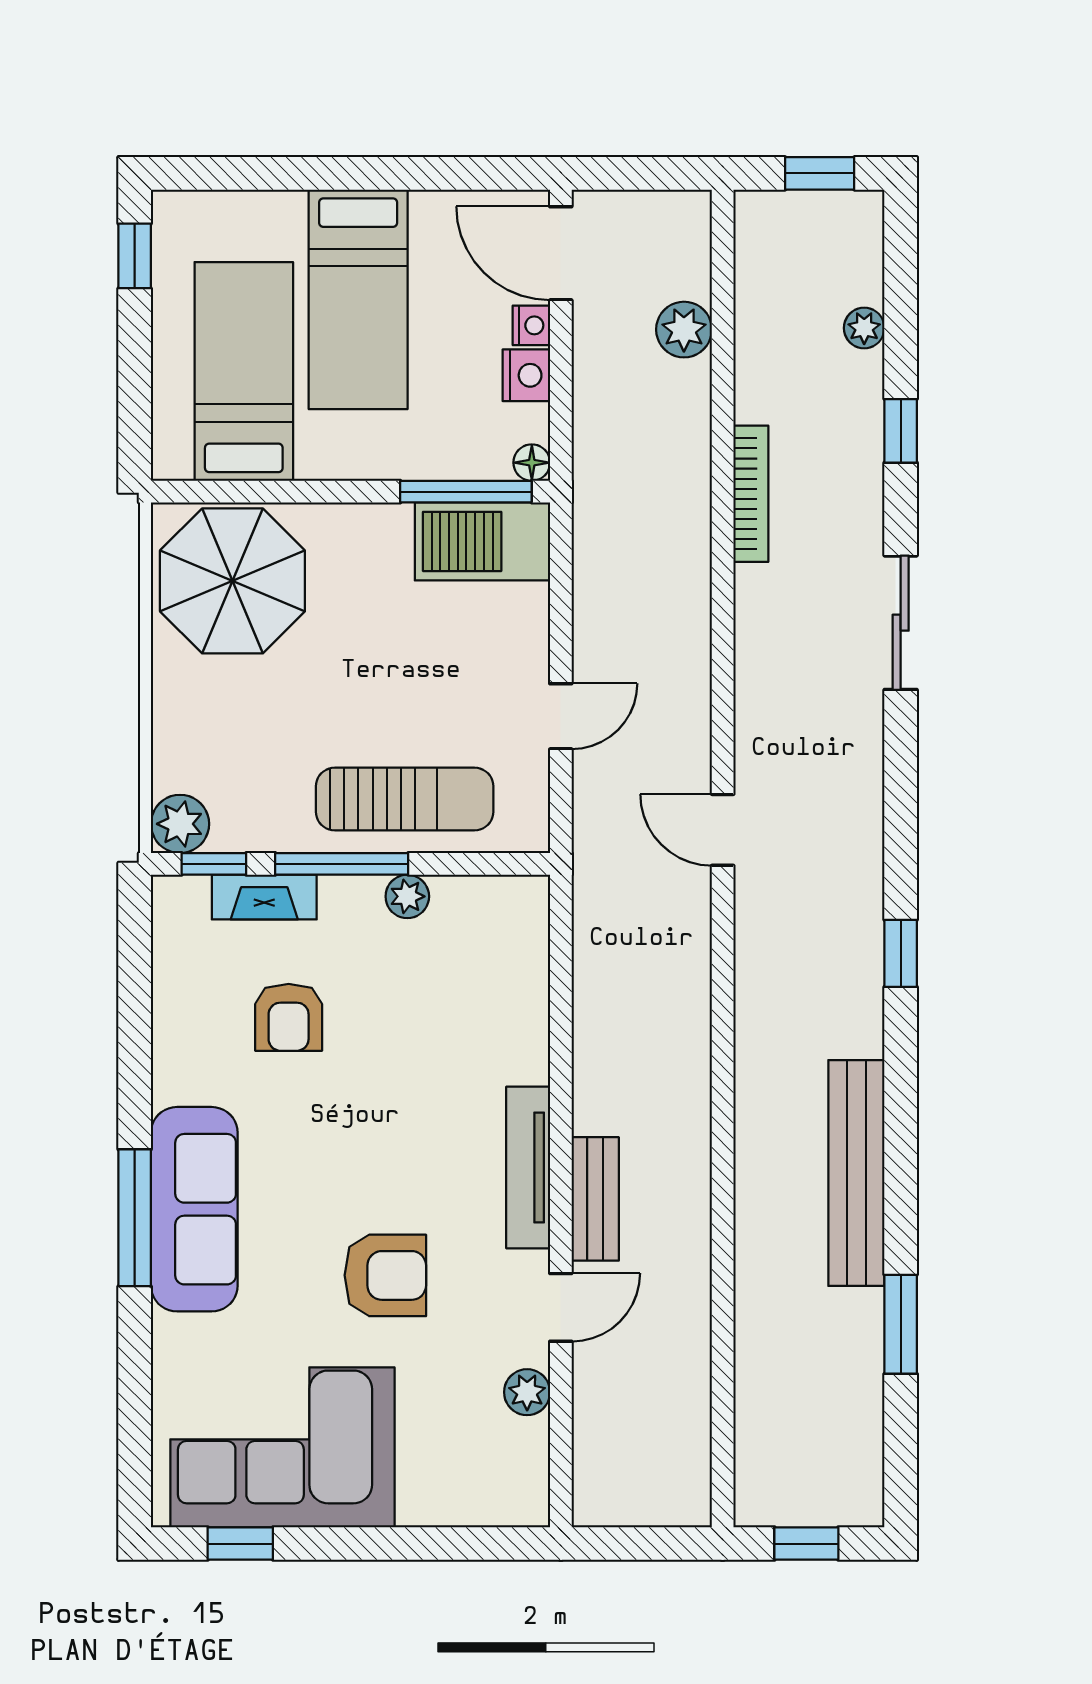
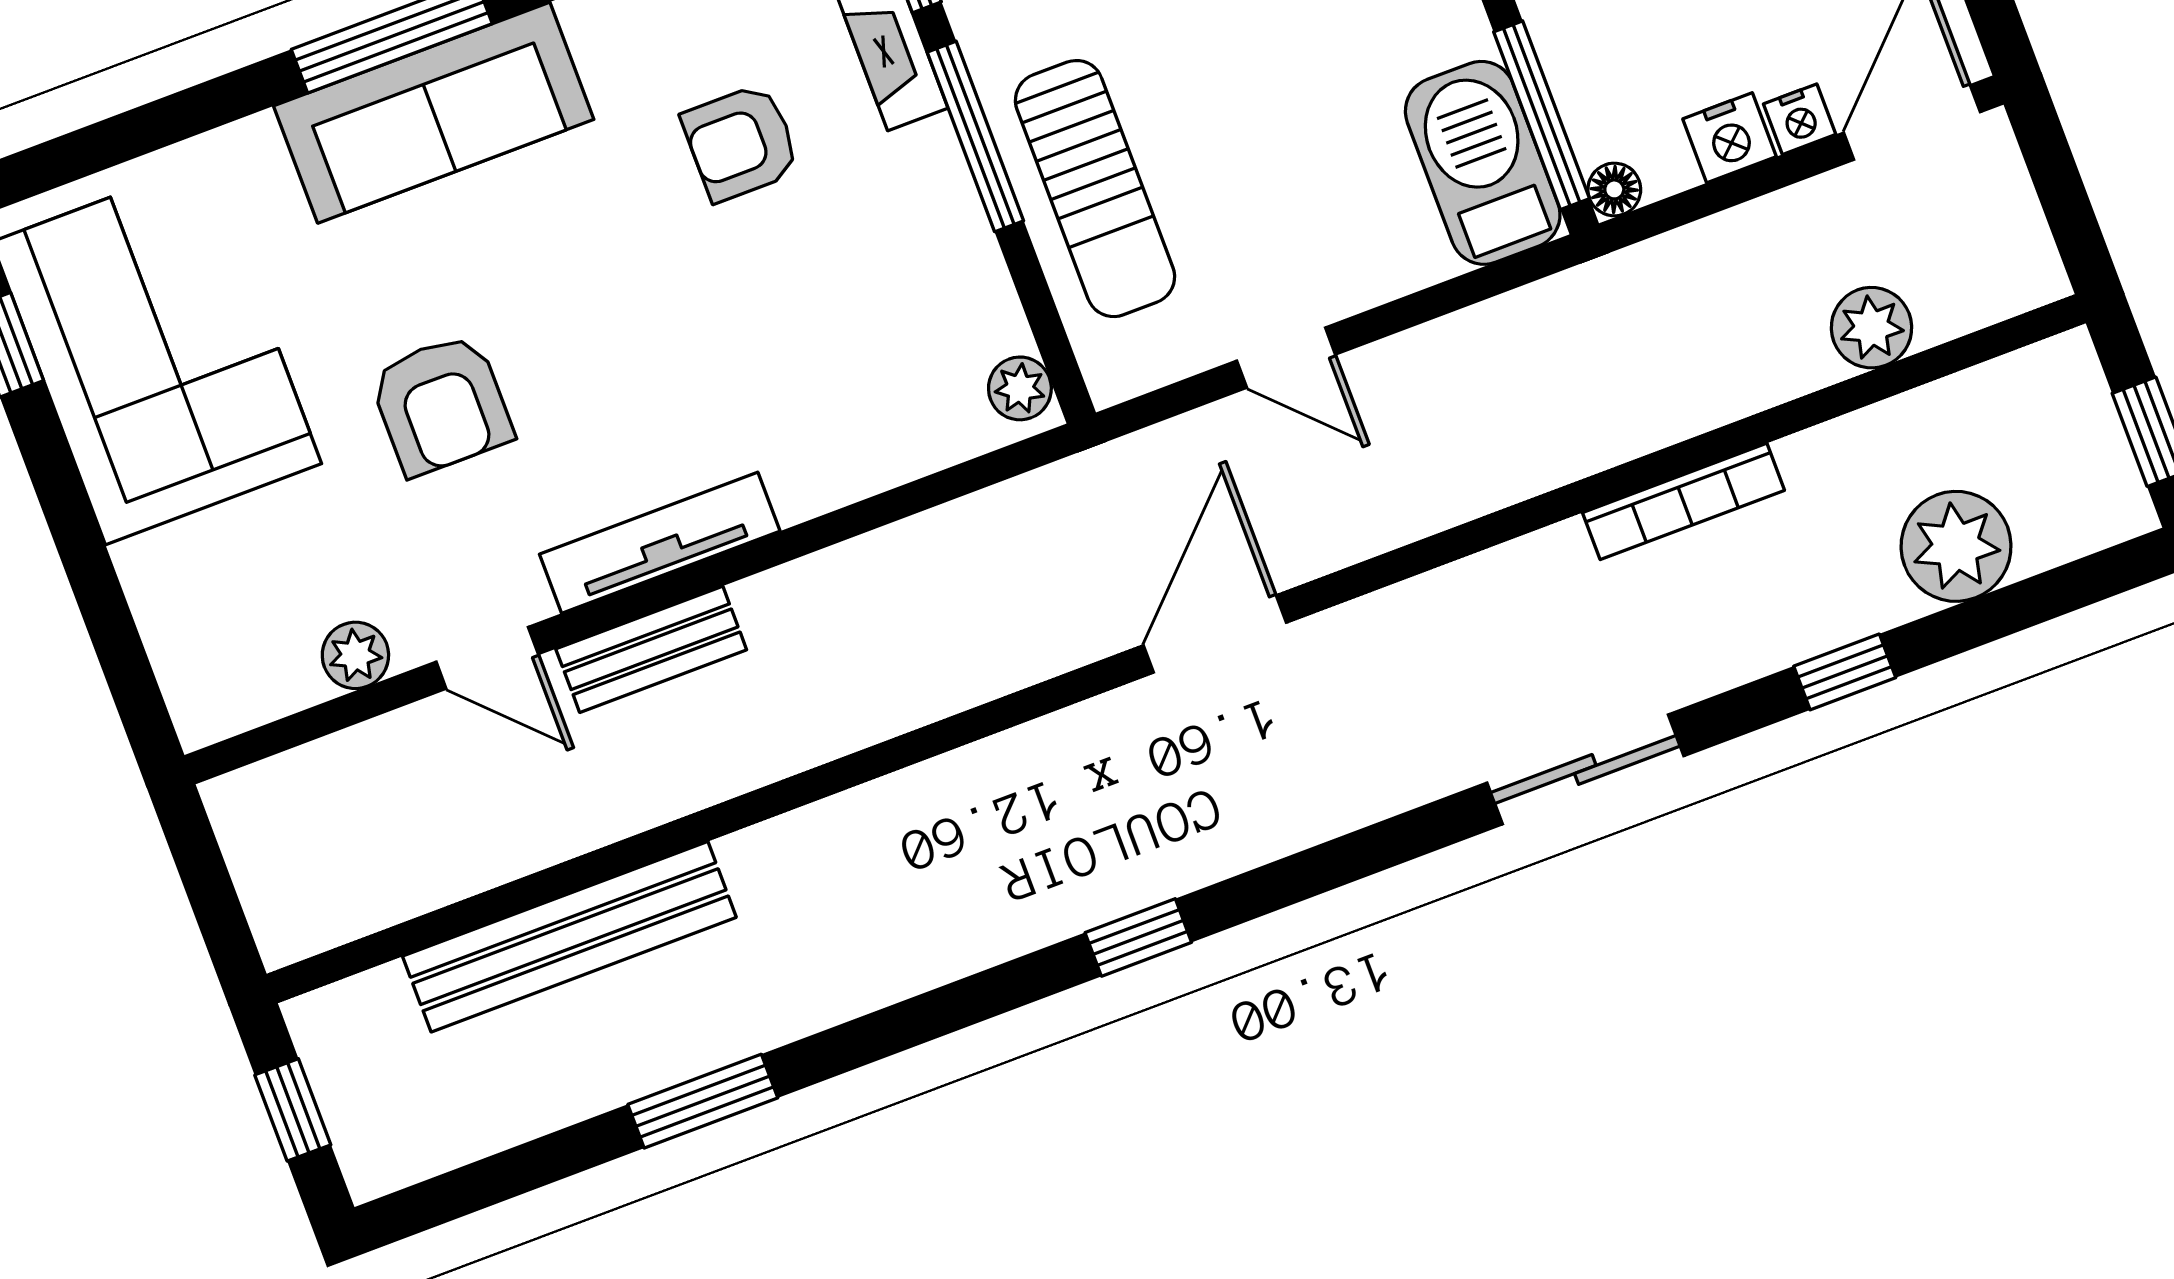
plant: (864, 328) -> (1956, 546), width x1.88, depth x1.88
door: (723, 830) -> (1215, 634), width x1.38
plant: (407, 896) -> (1020, 388), moved
bench: (856, 1173) -> (569, 937), moved
window: (901, 1324) -> (703, 1101), moved

